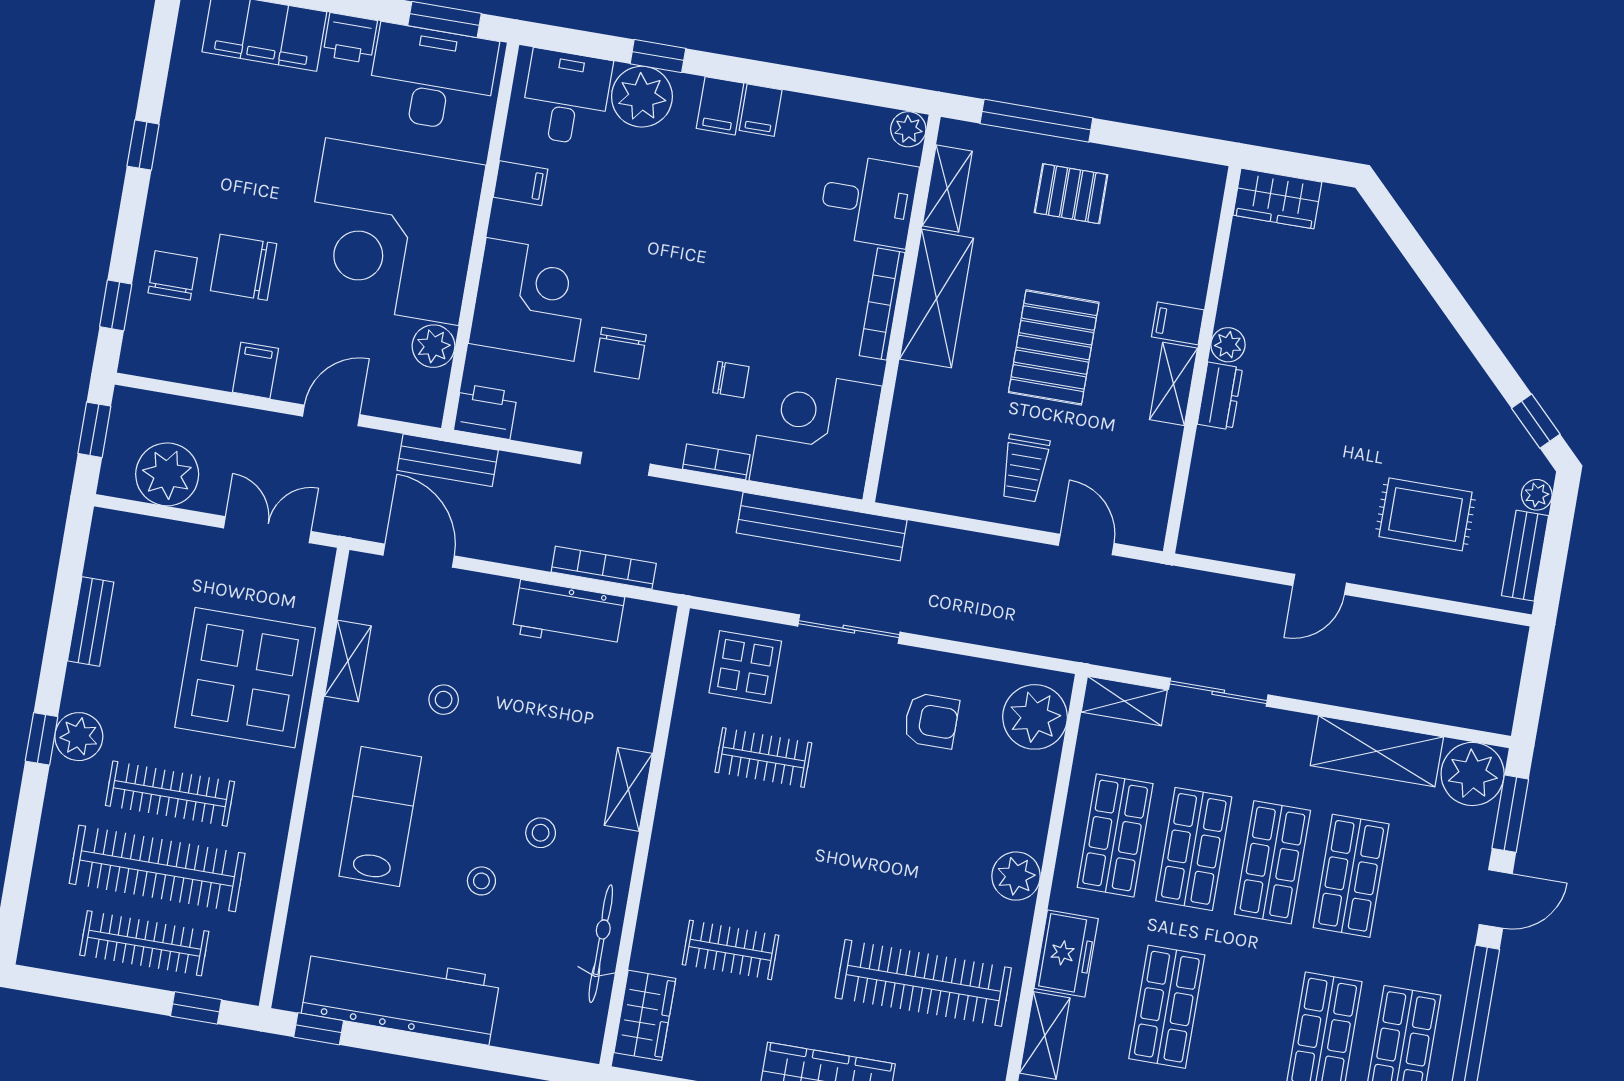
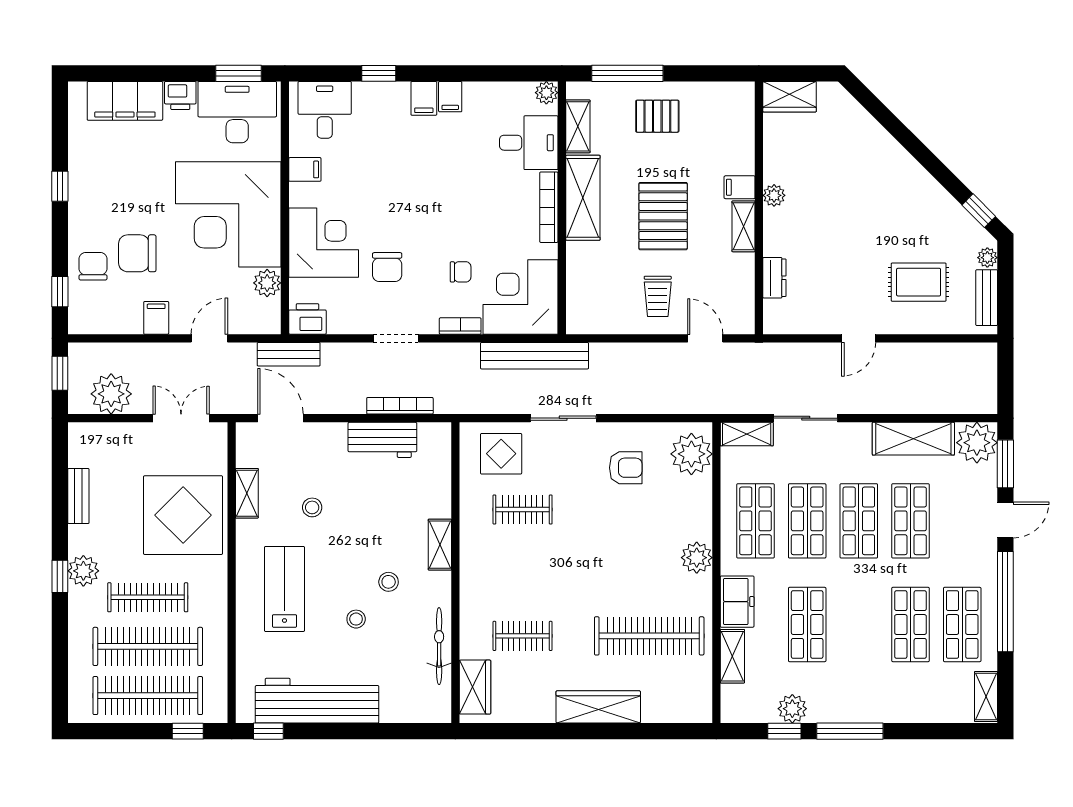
plant: (642, 97) -> (373, 101), removed
dresser: (1220, 396) -> (774, 278), moved
clothes rail: (144, 943) -> (148, 696), width x1.37, depth x1.31

